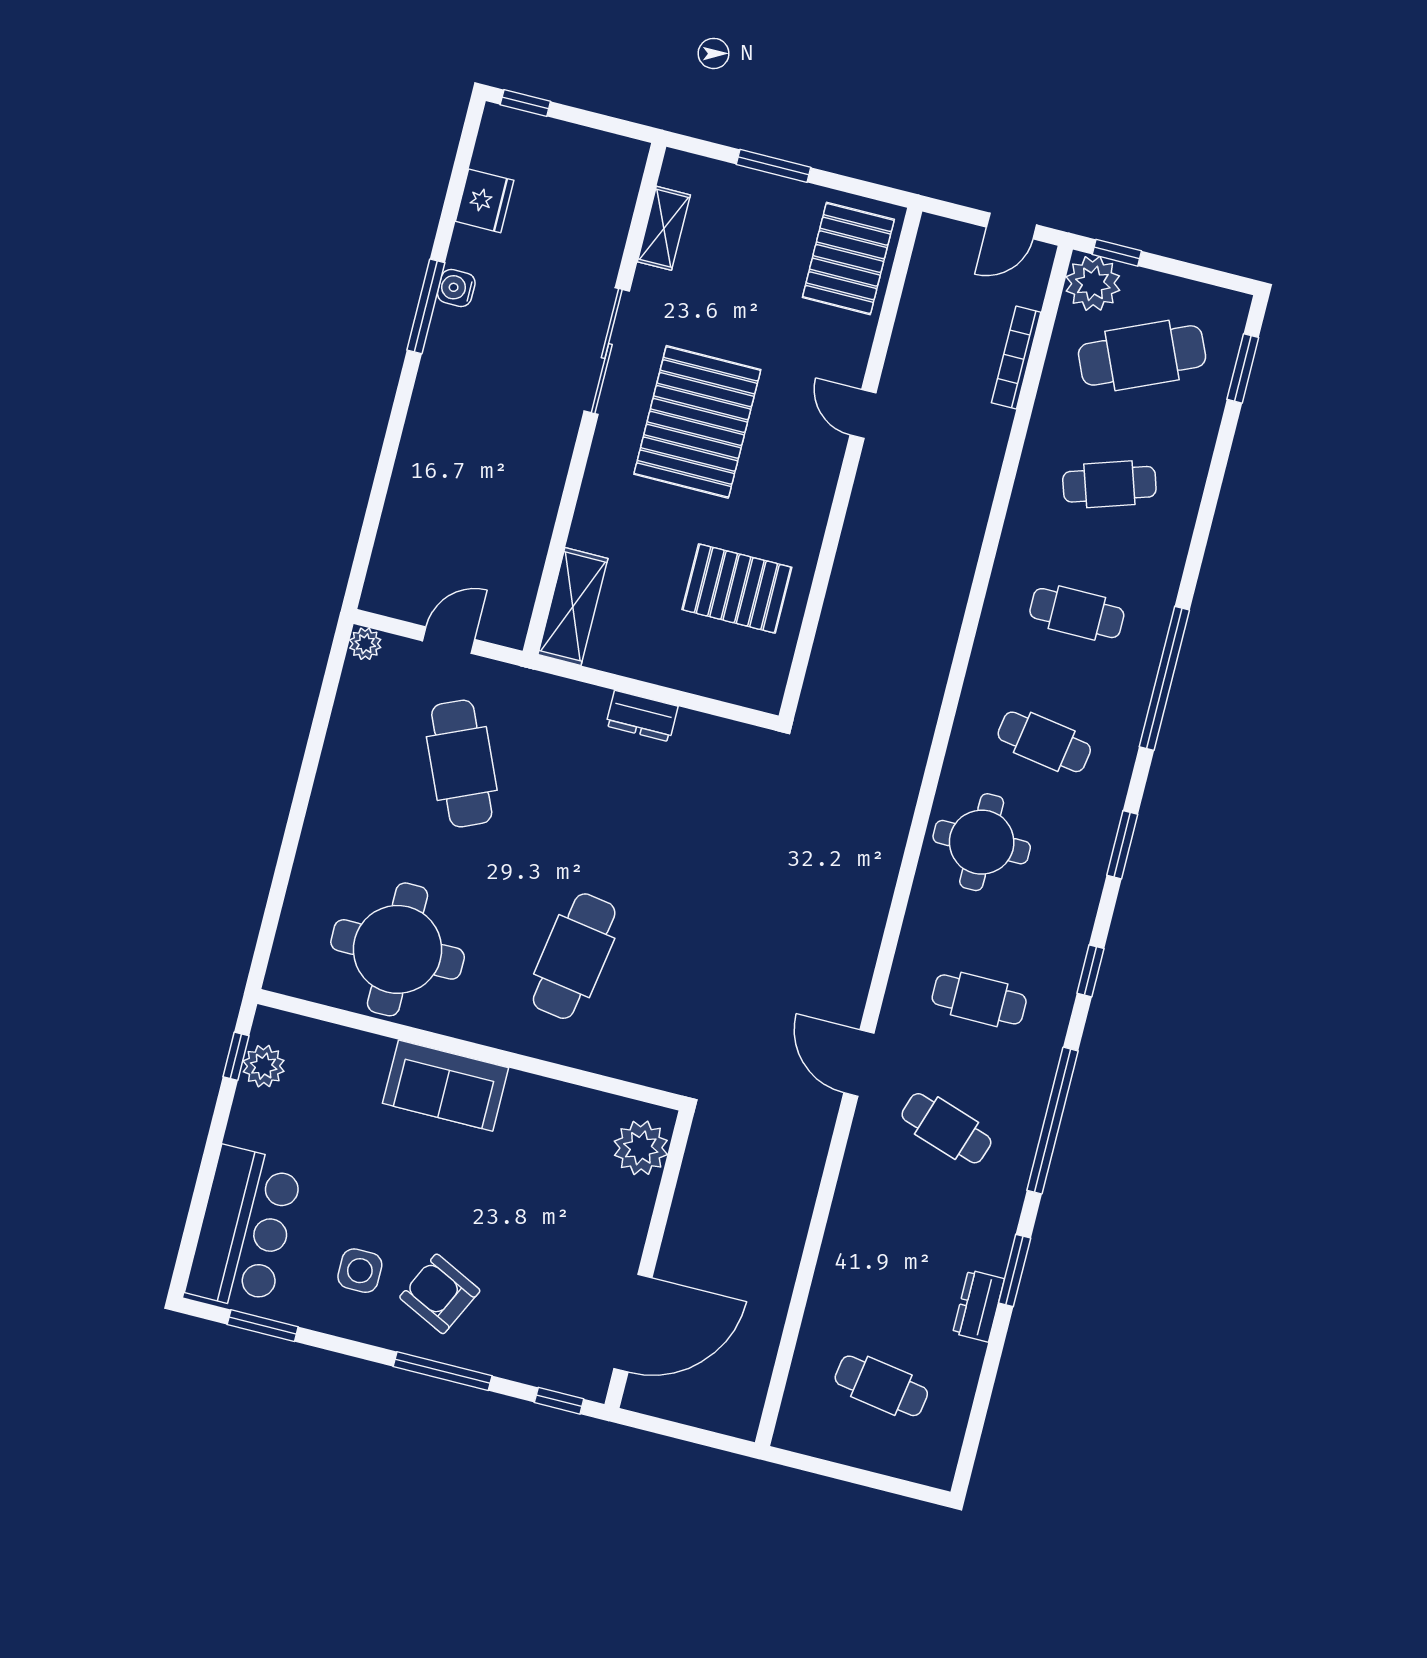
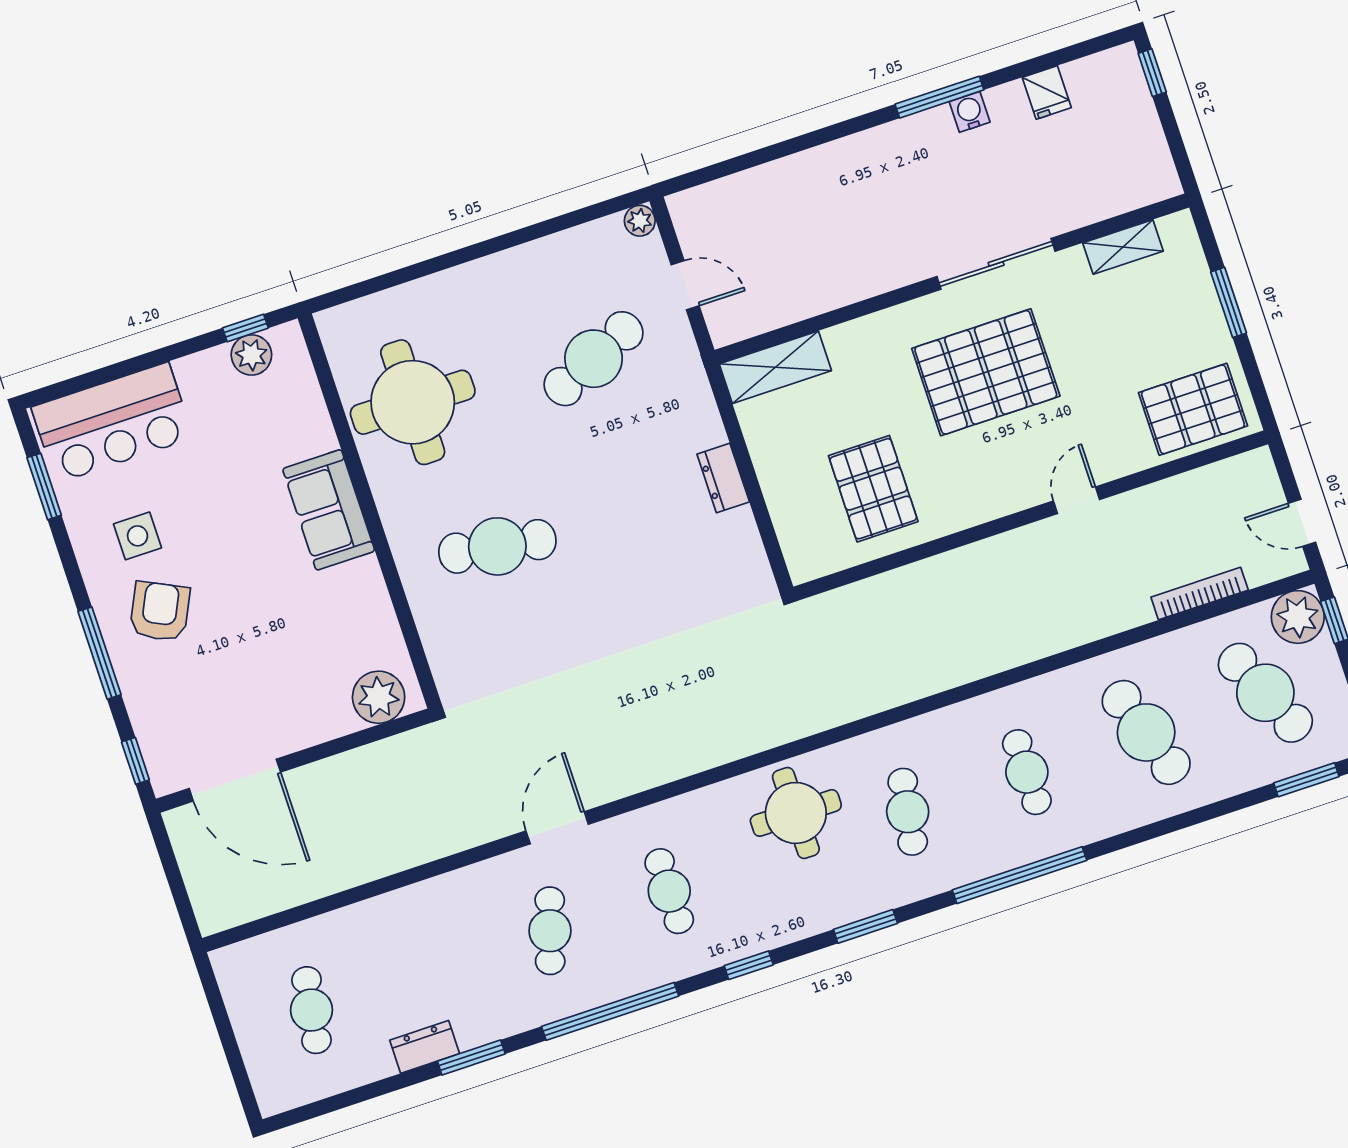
fridge: (485, 201) -> (1047, 92), width x0.72
cafe table: (1109, 484) -> (1146, 732), width x1.37, depth x1.35

